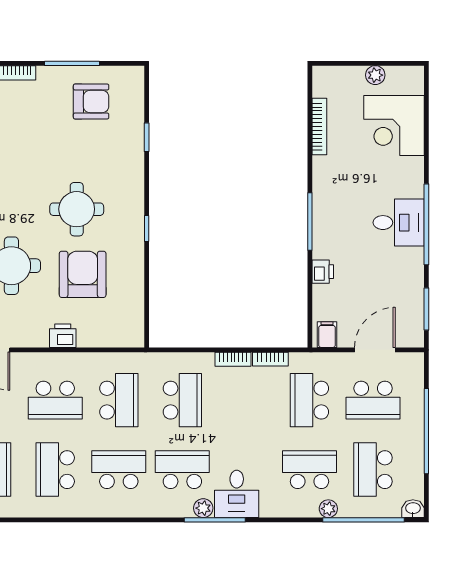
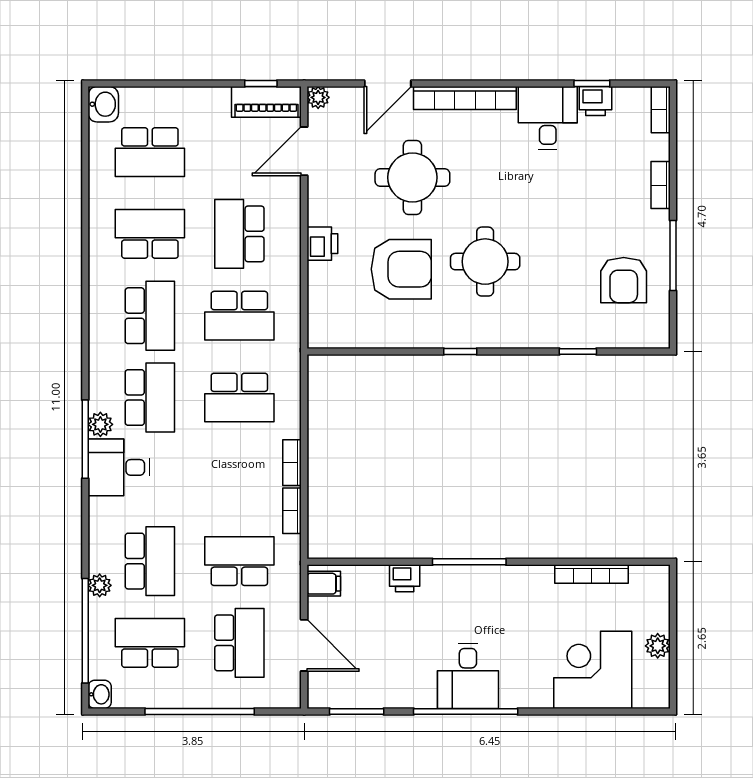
school desk: (373, 400) -> (239, 643), turned 180

